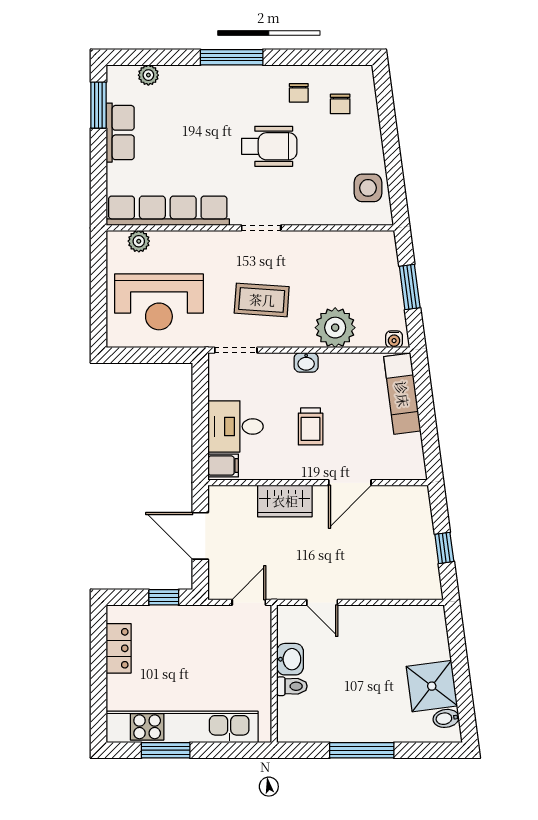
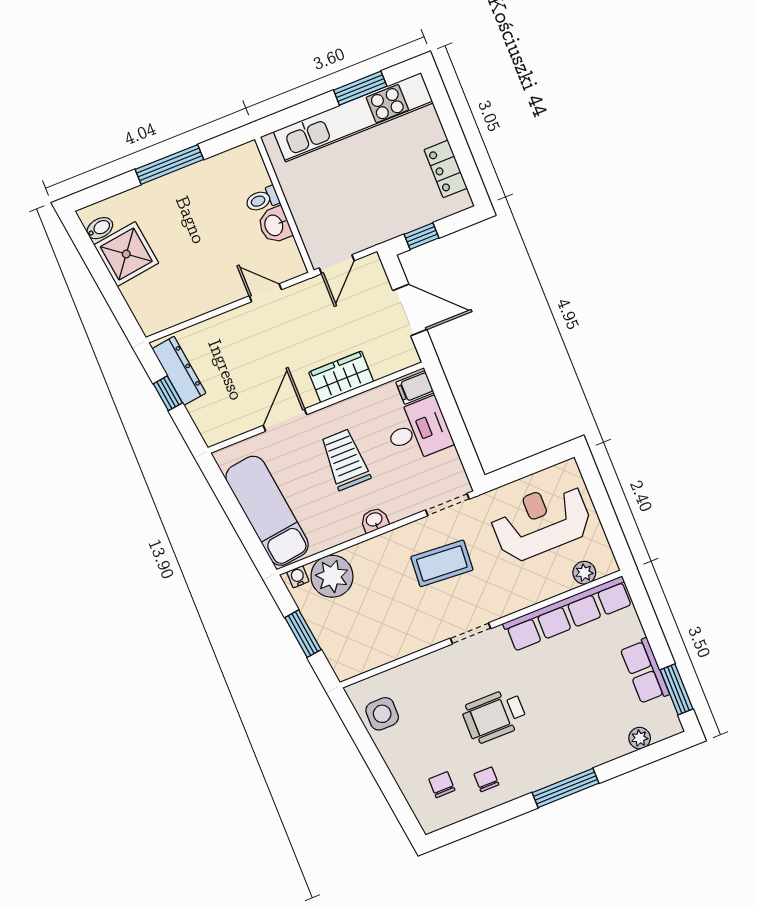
plant: (335, 328) -> (332, 576), moved
exam couch: (402, 394) -> (267, 511), width x1.36, depth x1.45
trolley: (311, 426) -> (345, 459), width x1.36, depth x1.39
dresser: (426, 564) -> (179, 371), added

